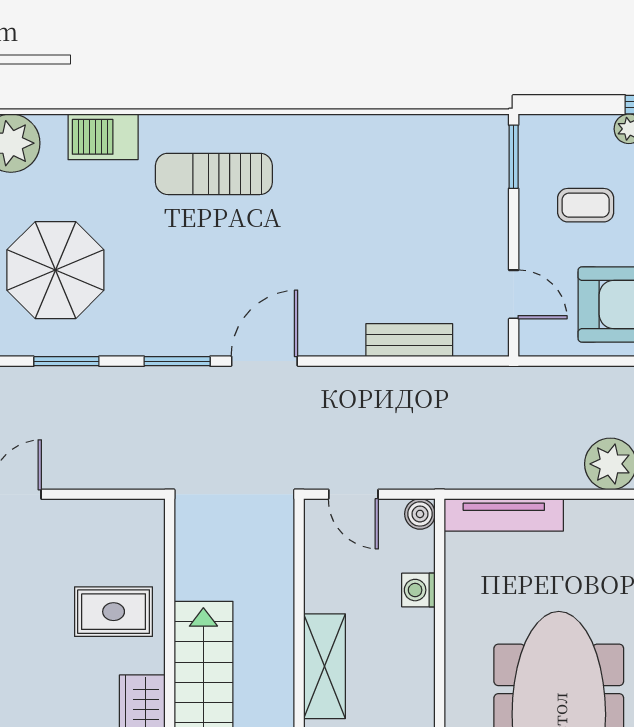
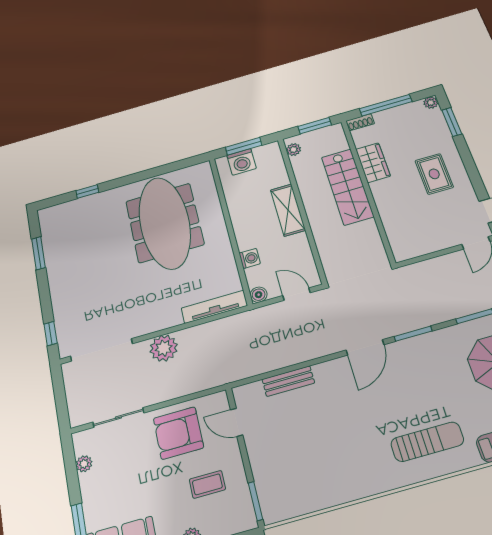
rug: (114, 612) -> (434, 174), moved, turned 90

